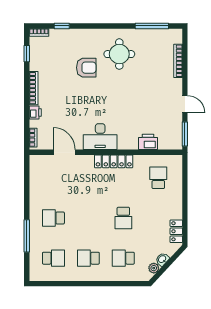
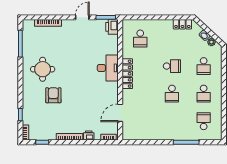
desk: (100, 137) -> (108, 68), moved
printer: (148, 142) -> (112, 27), moved
school desk: (158, 178) -> (140, 38), turned -90
school desk: (53, 218) -> (172, 94), moved

